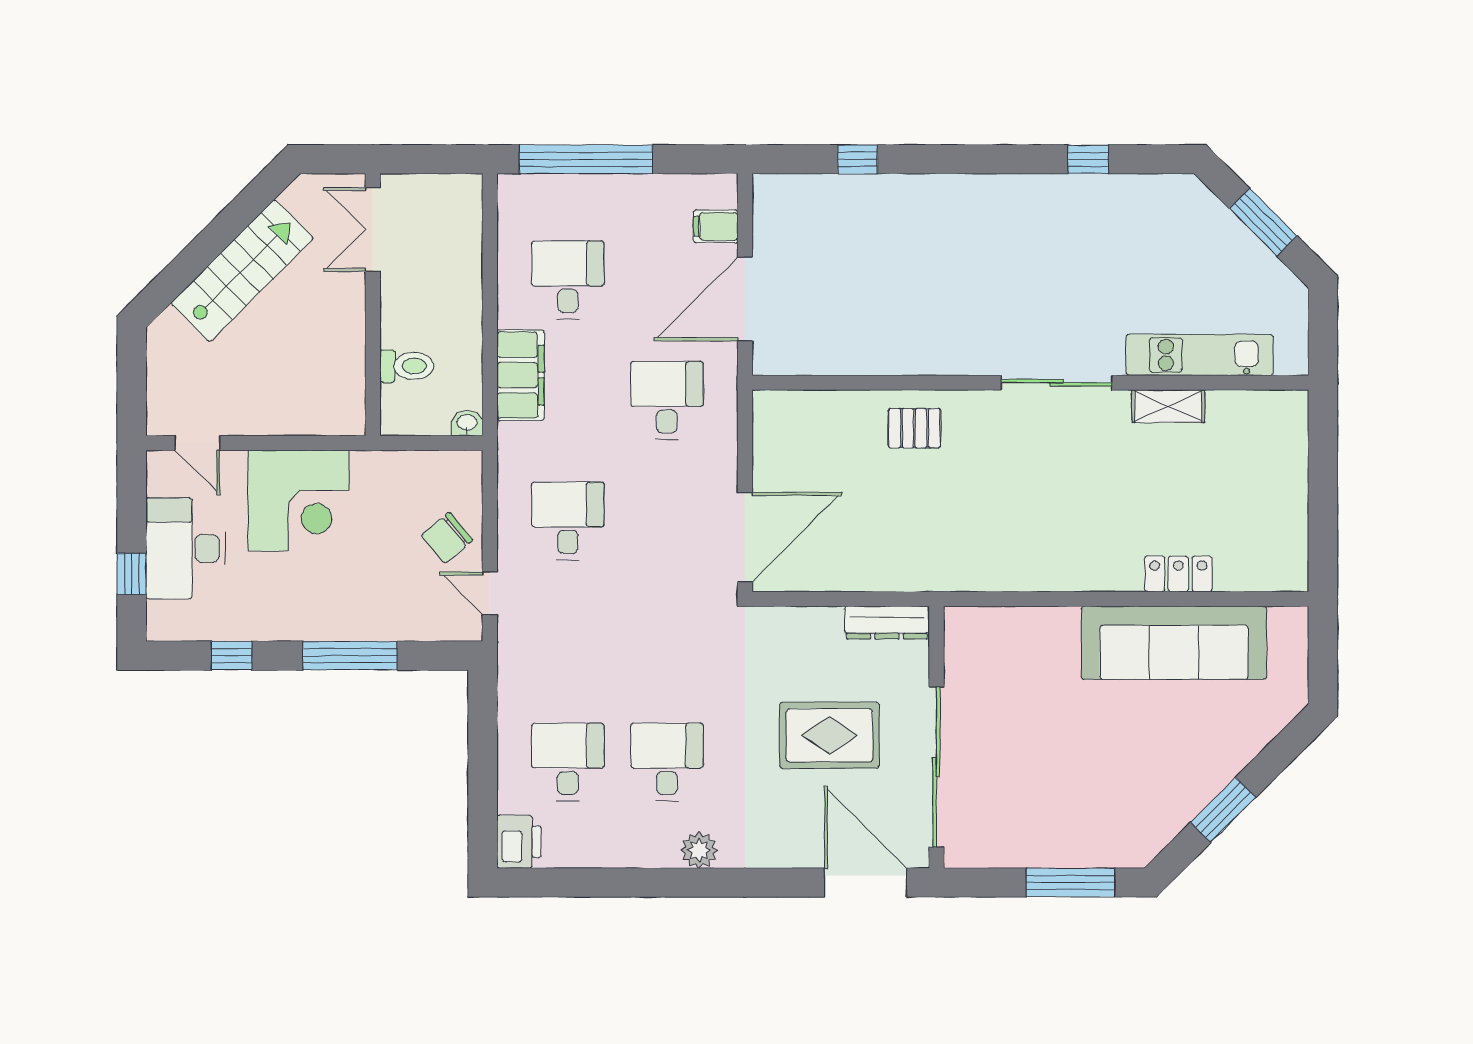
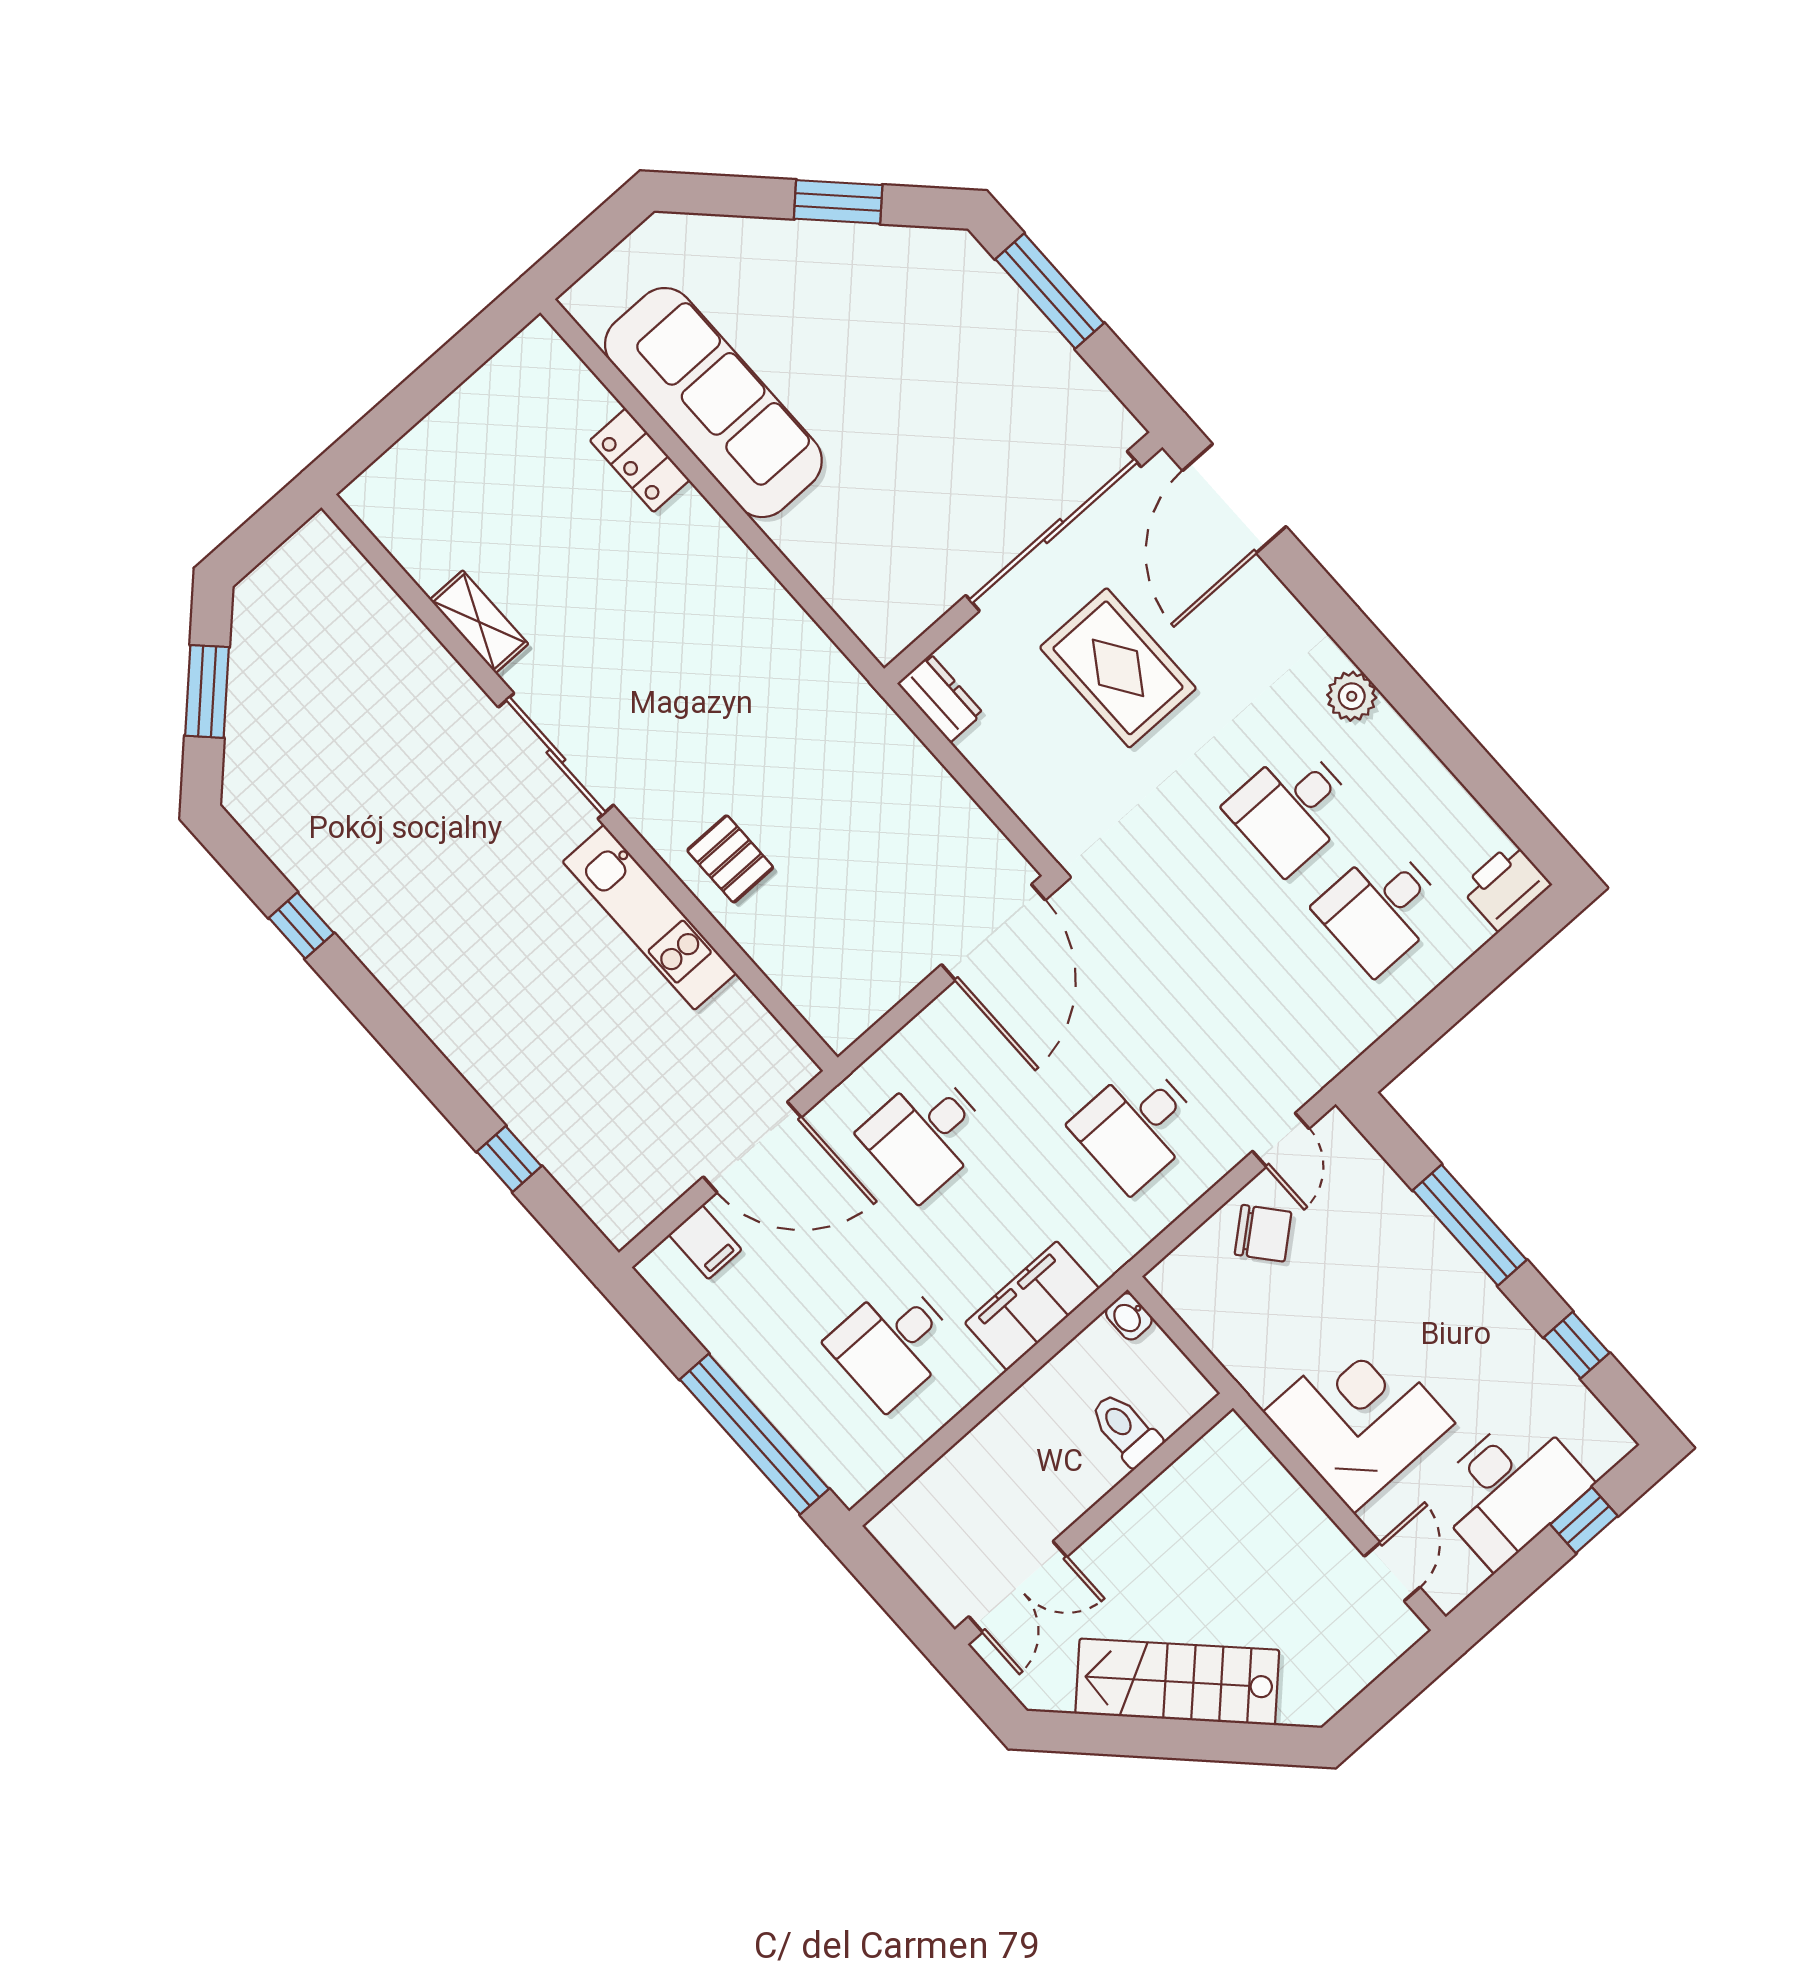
kitchen unit: (1200, 355) -> (649, 917), moved
door: (745, 537) -> (993, 932), swing flipped
dresser: (887, 623) -> (940, 698), width x0.70

